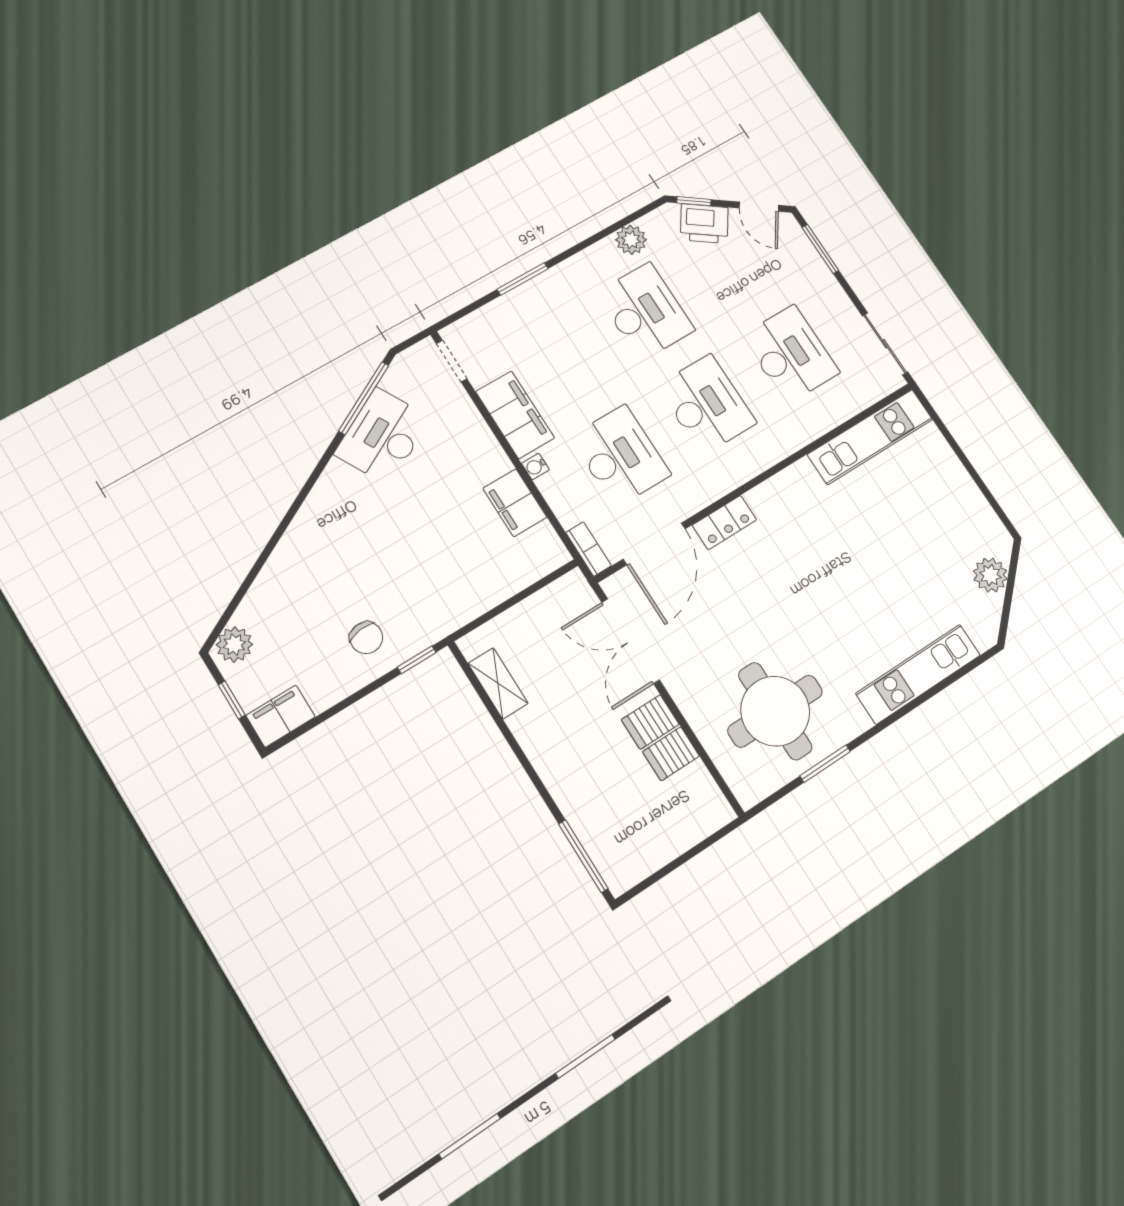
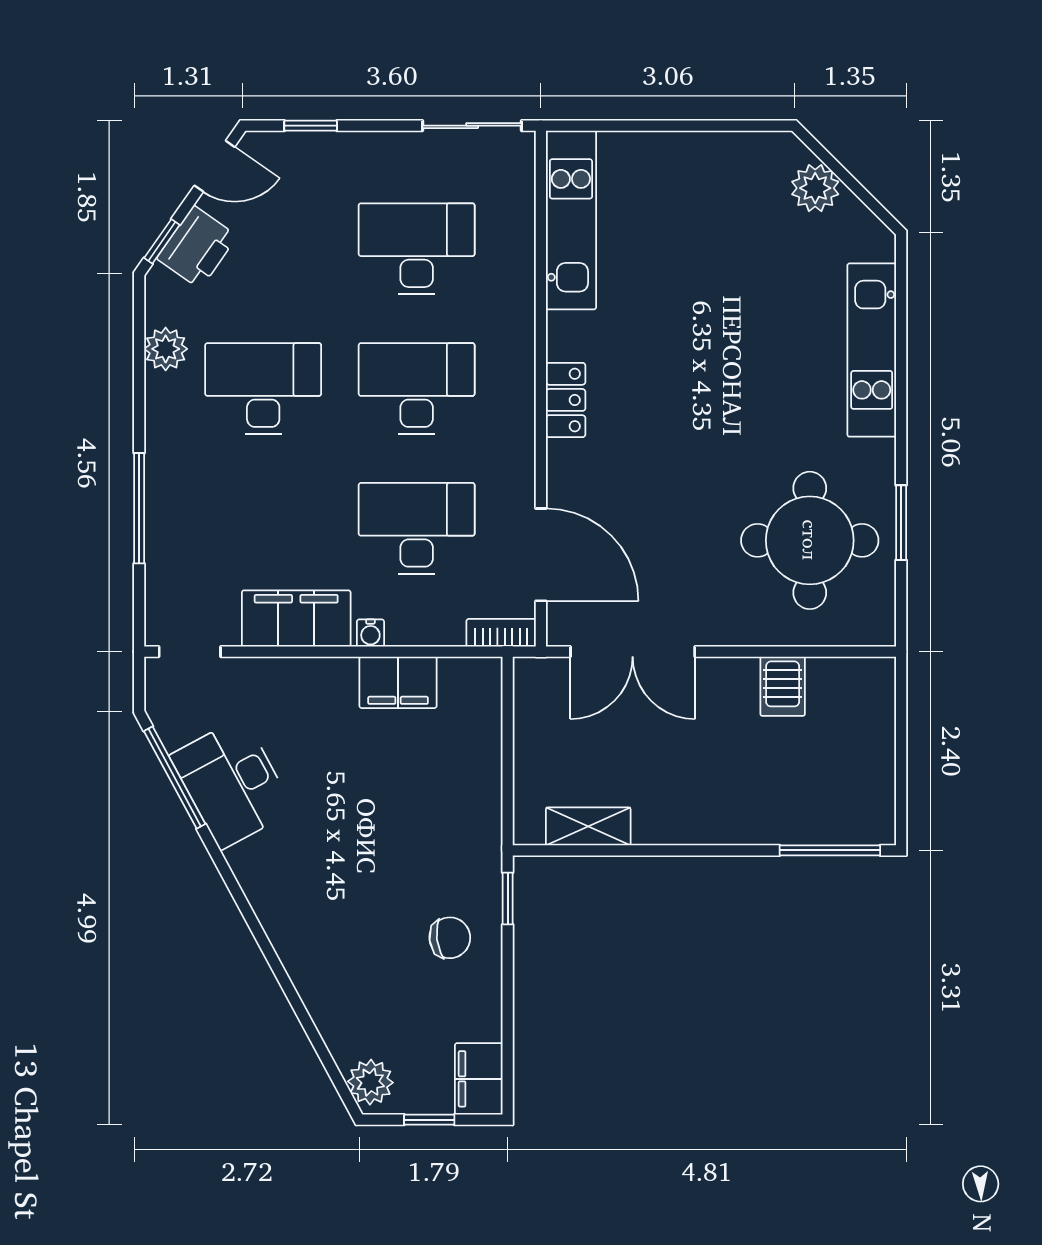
window: (820, 249) -> (311, 126), width x0.67
window: (523, 279) -> (139, 508), width x1.44
locker: (724, 522) -> (566, 400), moved
server rack: (650, 722) -> (734, 687), removed

